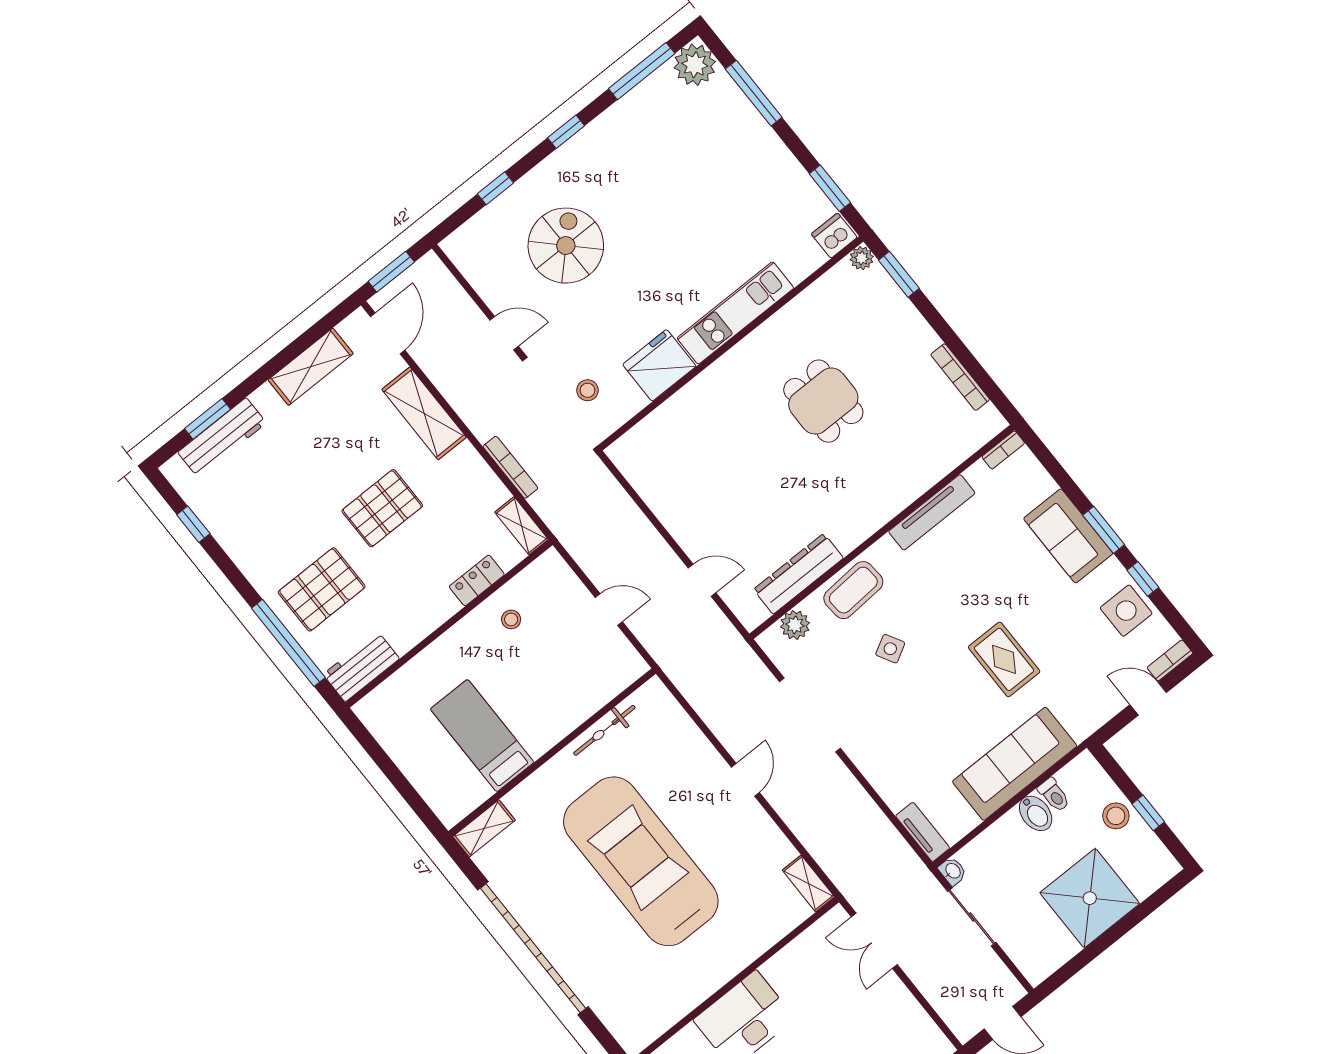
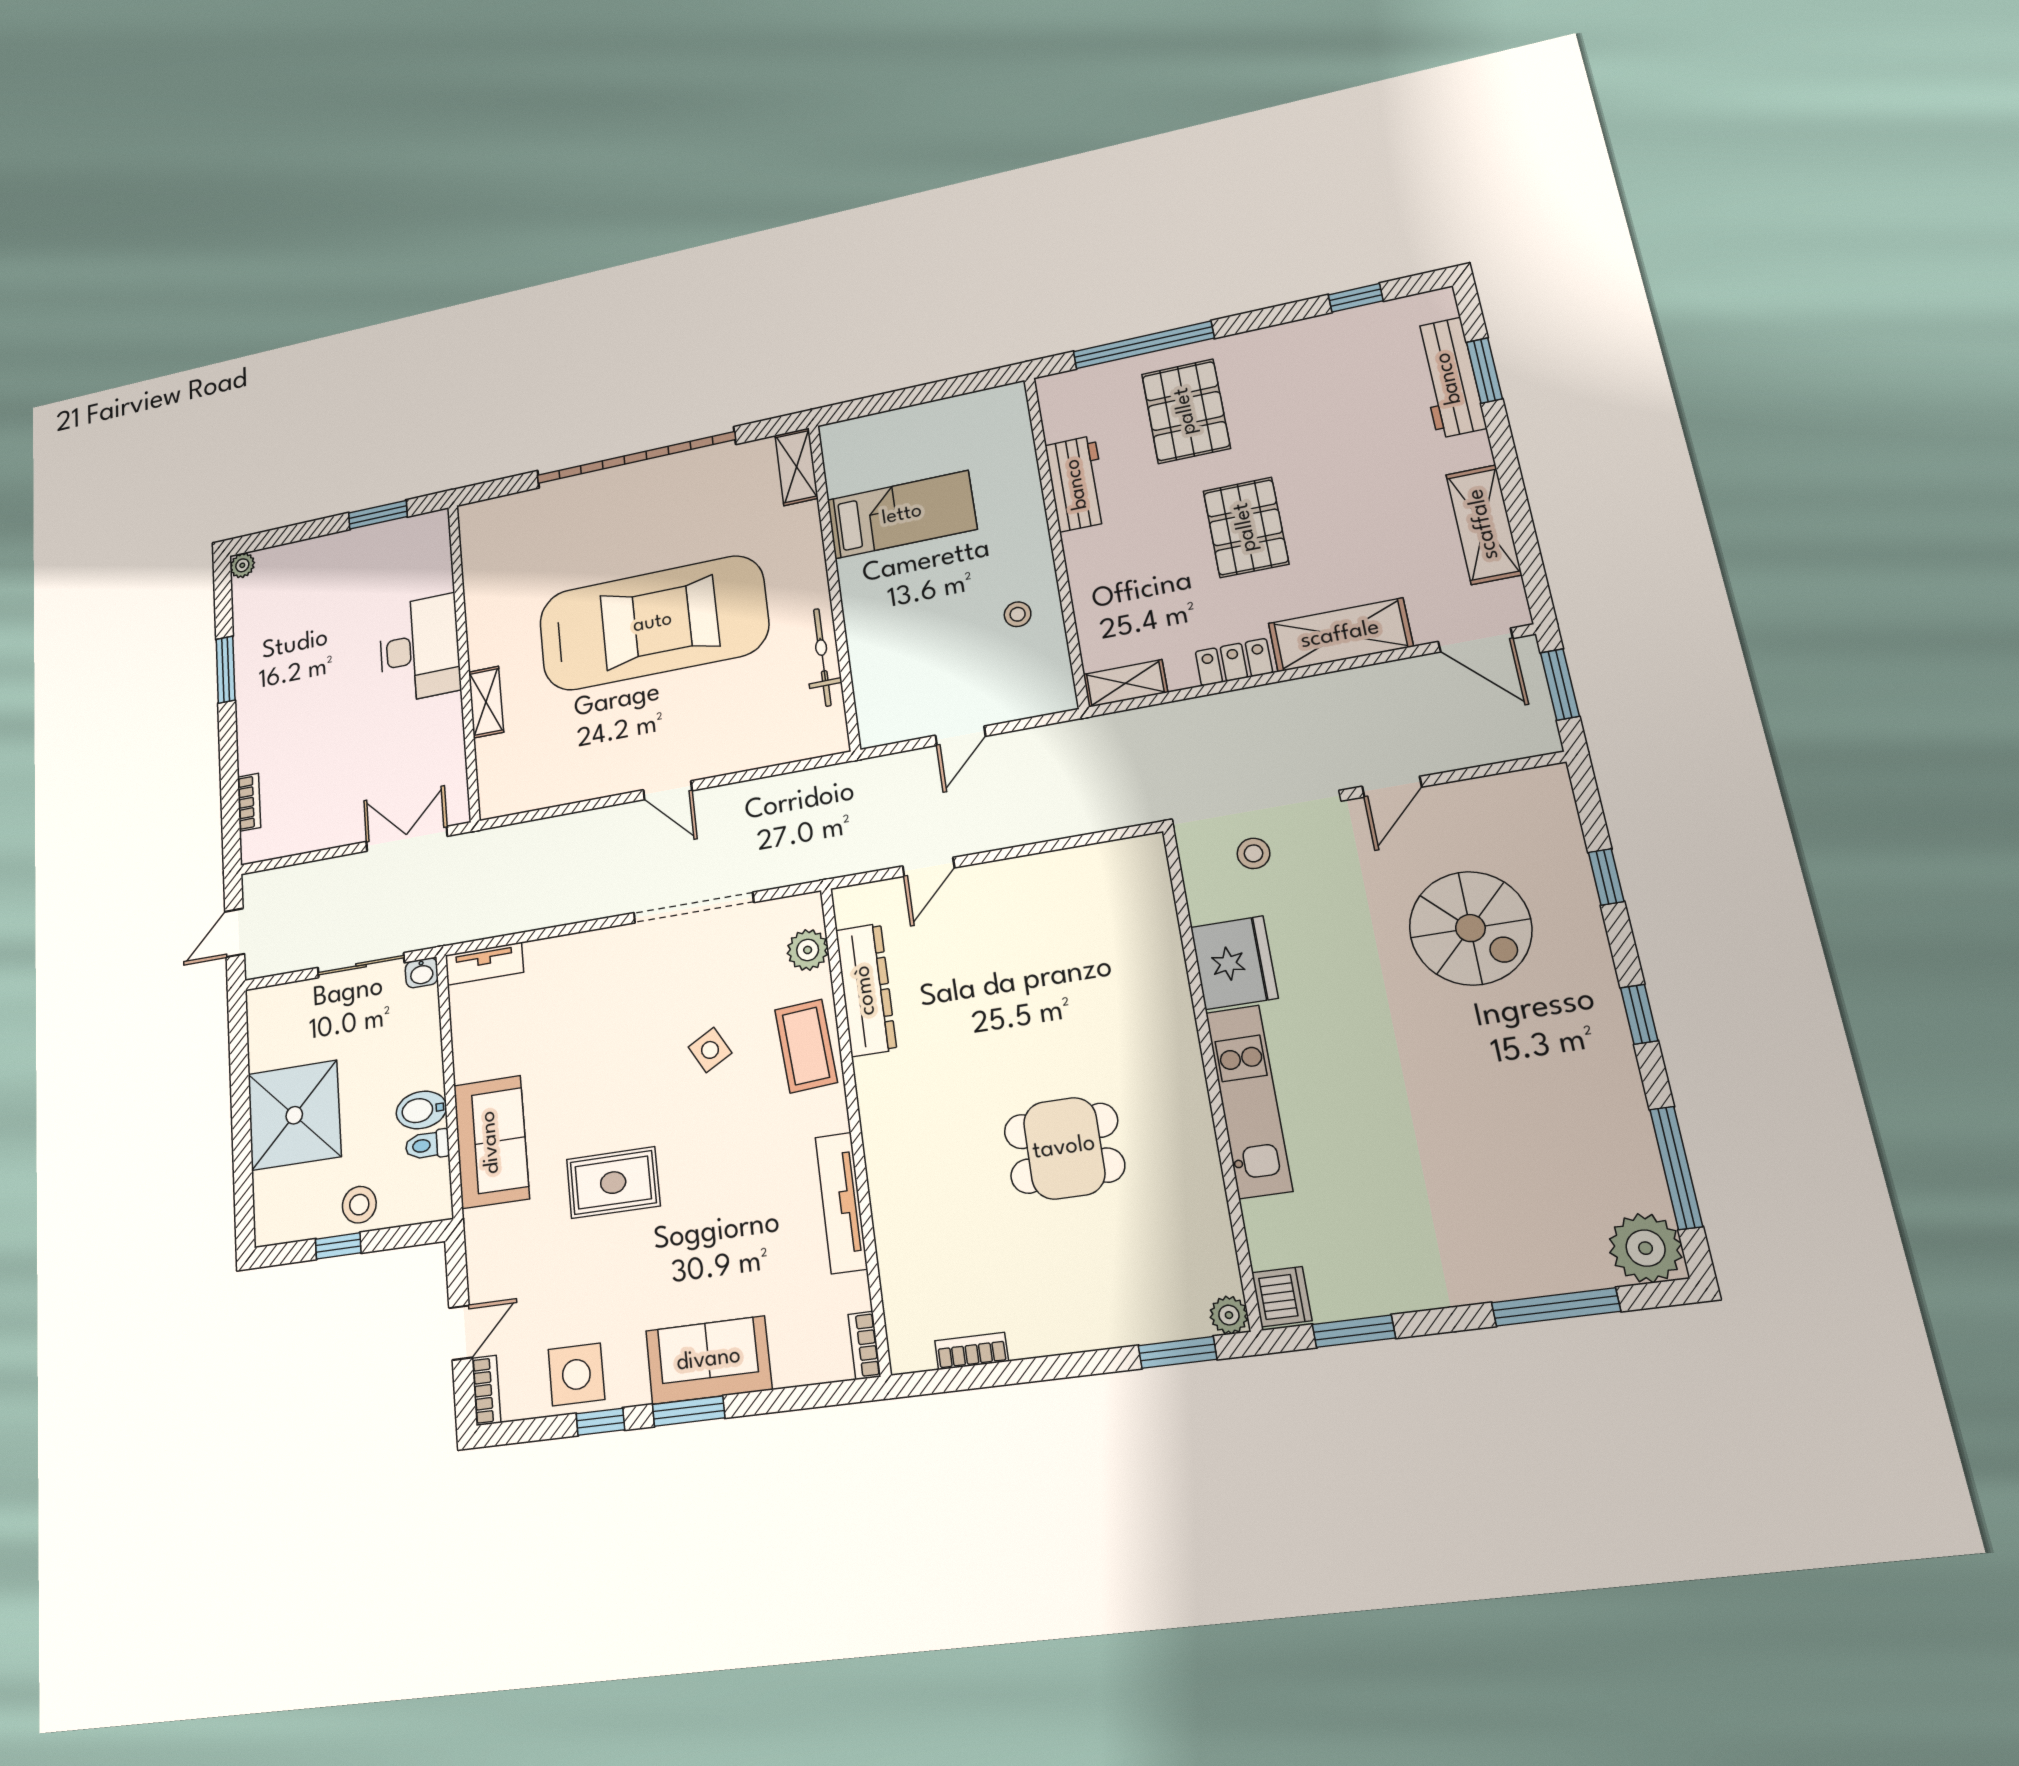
bookcase: (960, 377) -> (972, 1351), width x0.64
bookcase: (510, 467) -> (1208, 707), removed
locker: (477, 580) -> (1234, 662), moved, turned -90
workbench: (361, 666) -> (1077, 484), moved
sofa: (1015, 764) -> (491, 1142), width x0.73
shelving: (808, 883) -> (486, 702), moved, turned 90

